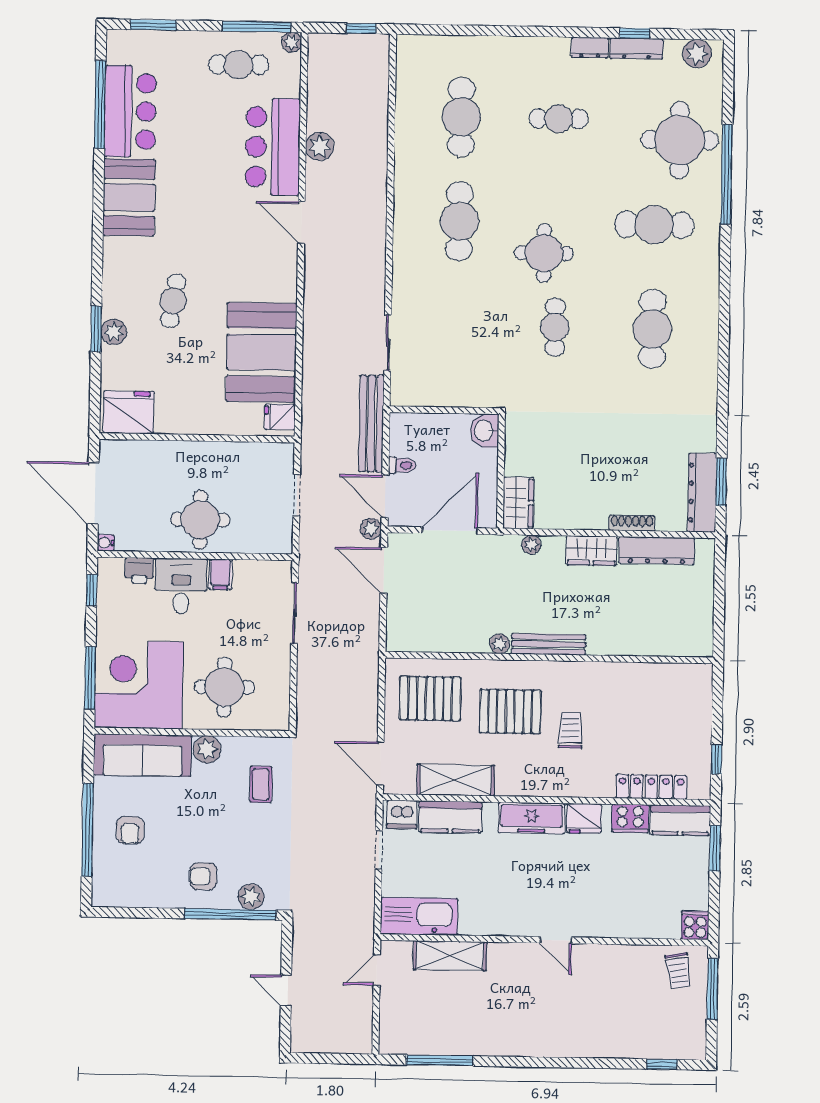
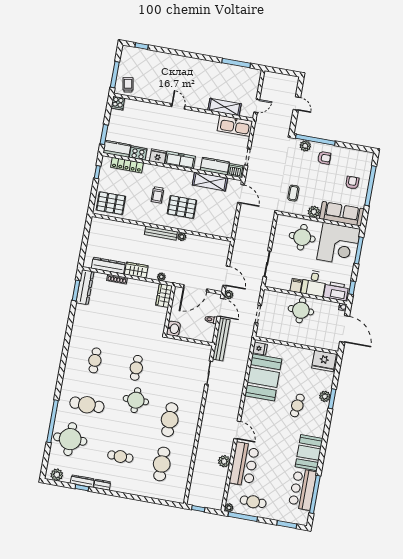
cafe table: (652, 329) -> (95, 360), width x0.73, depth x0.74
printer: (139, 570) -> (336, 291), width x1.87, depth x1.48
pallet: (430, 699) -> (111, 203), moved

